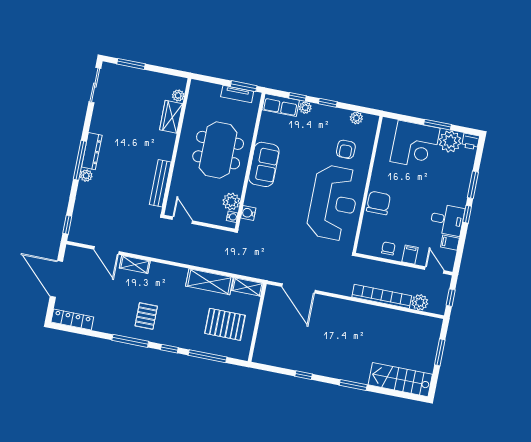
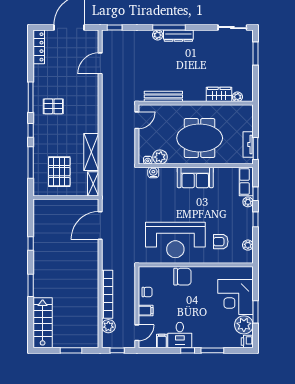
shelving: (135, 264) -> (93, 89), removed

